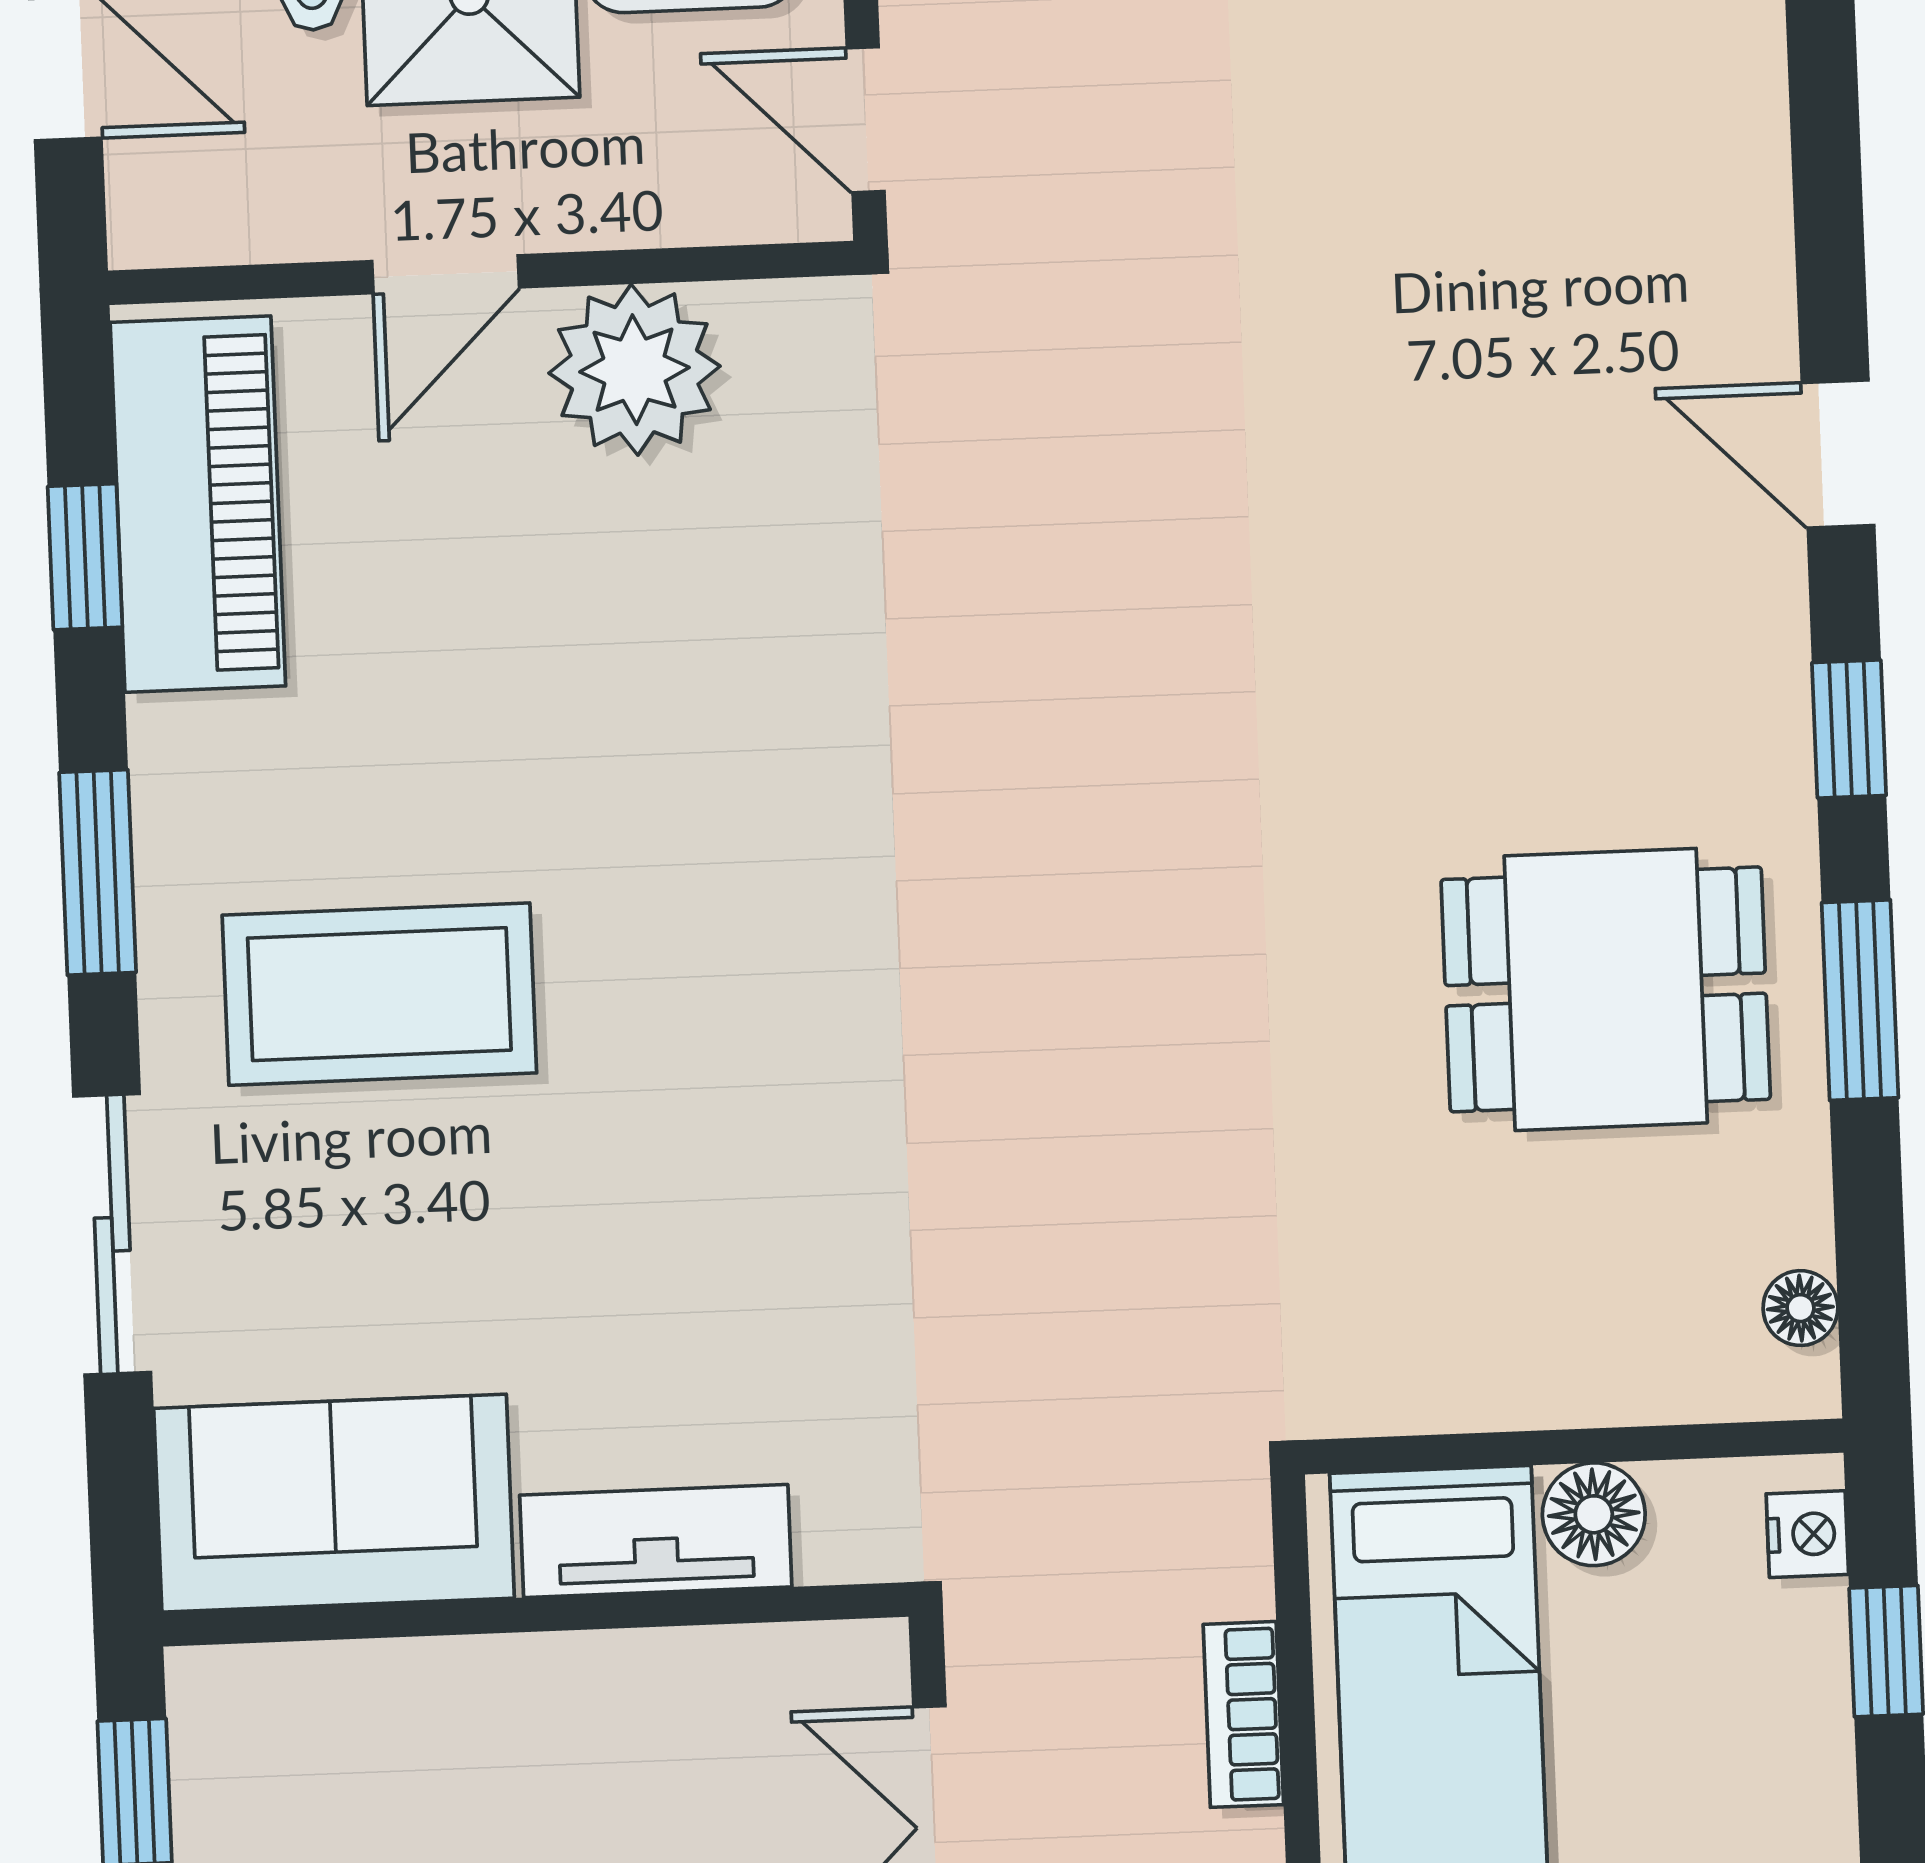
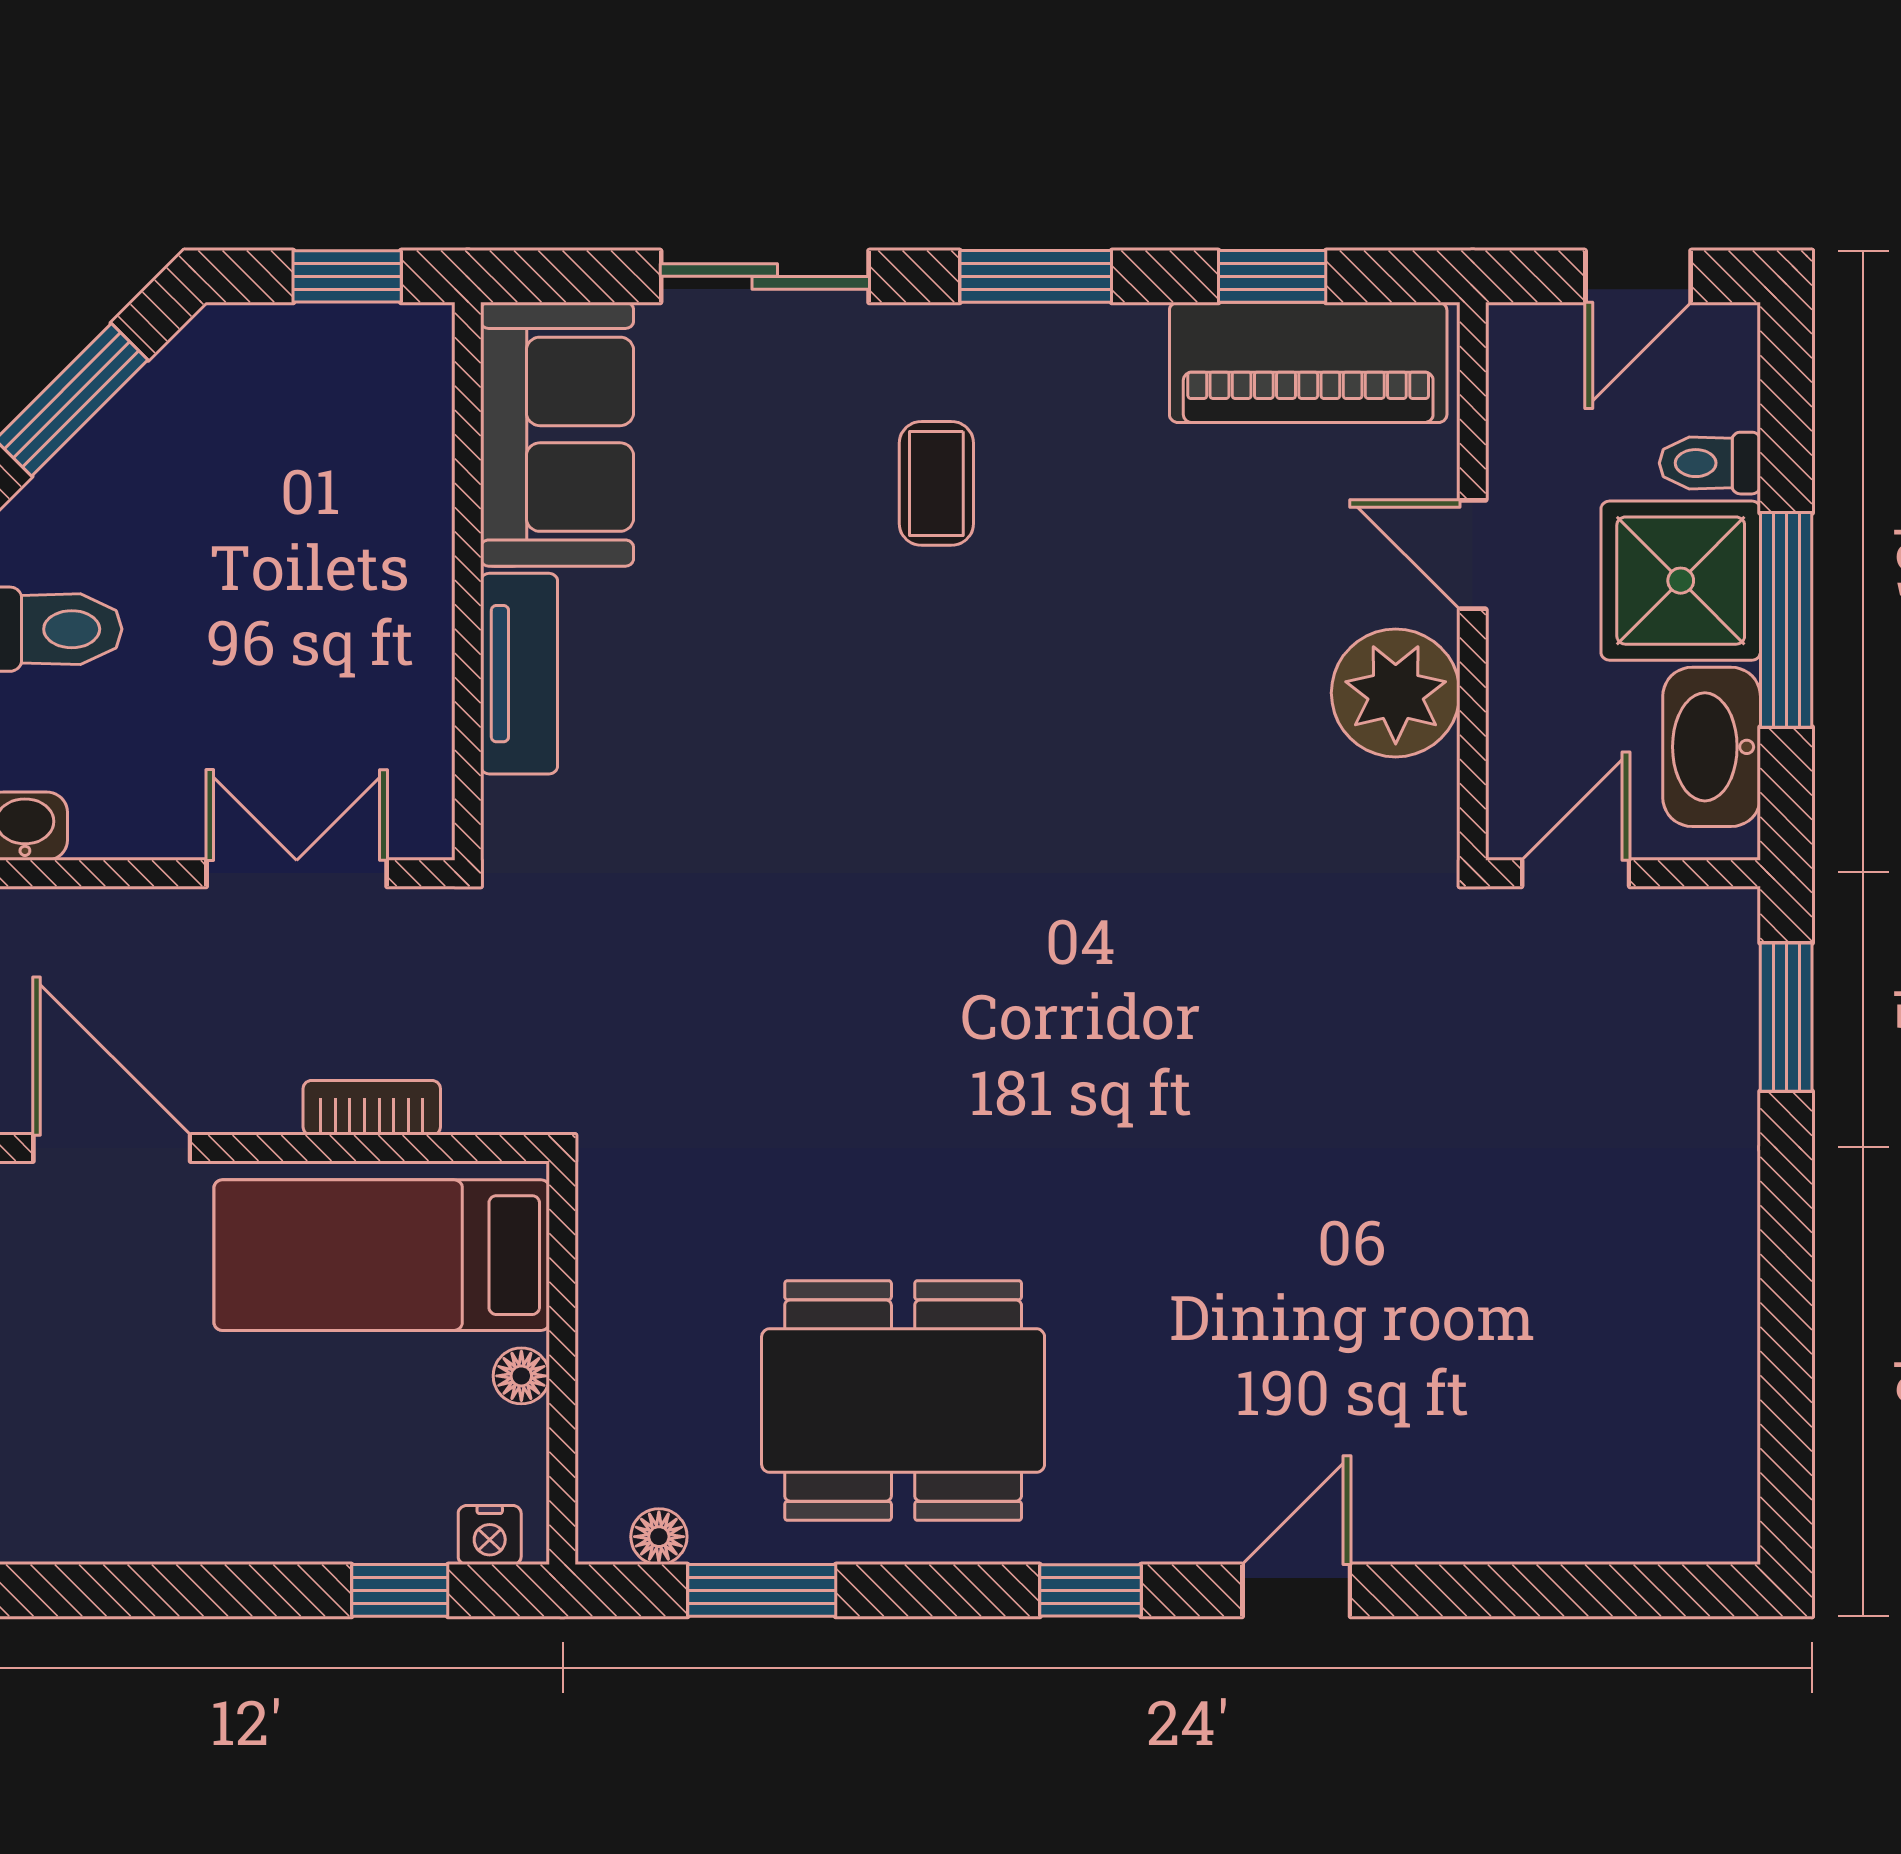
dining table: (1606, 989) -> (903, 1401), width x1.38
coffee table: (379, 994) -> (936, 483), width x0.54, depth x0.58
window: (1860, 1000) -> (762, 1590), moved
floor lamp: (1594, 1514) -> (521, 1376), width x0.73, depth x0.73

